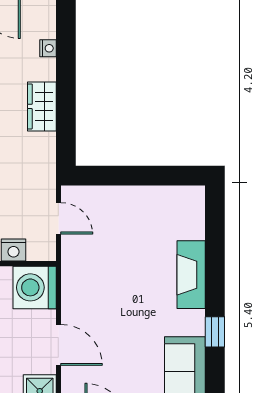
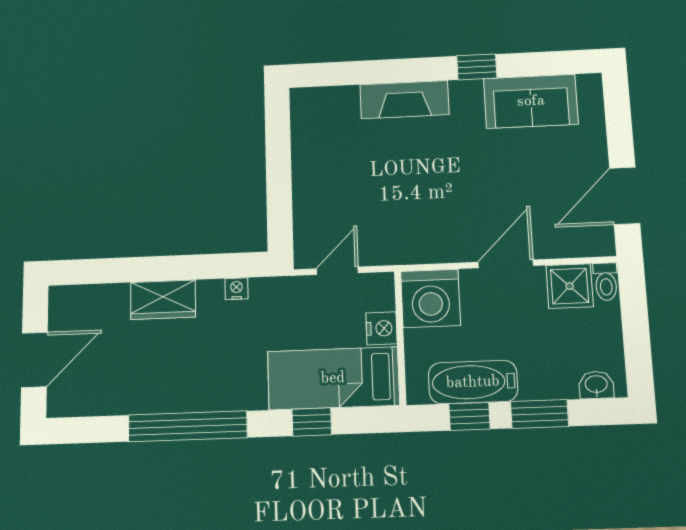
nightstand: (48, 48) -> (236, 289), moved
wardrobe: (42, 106) -> (163, 300), moved

